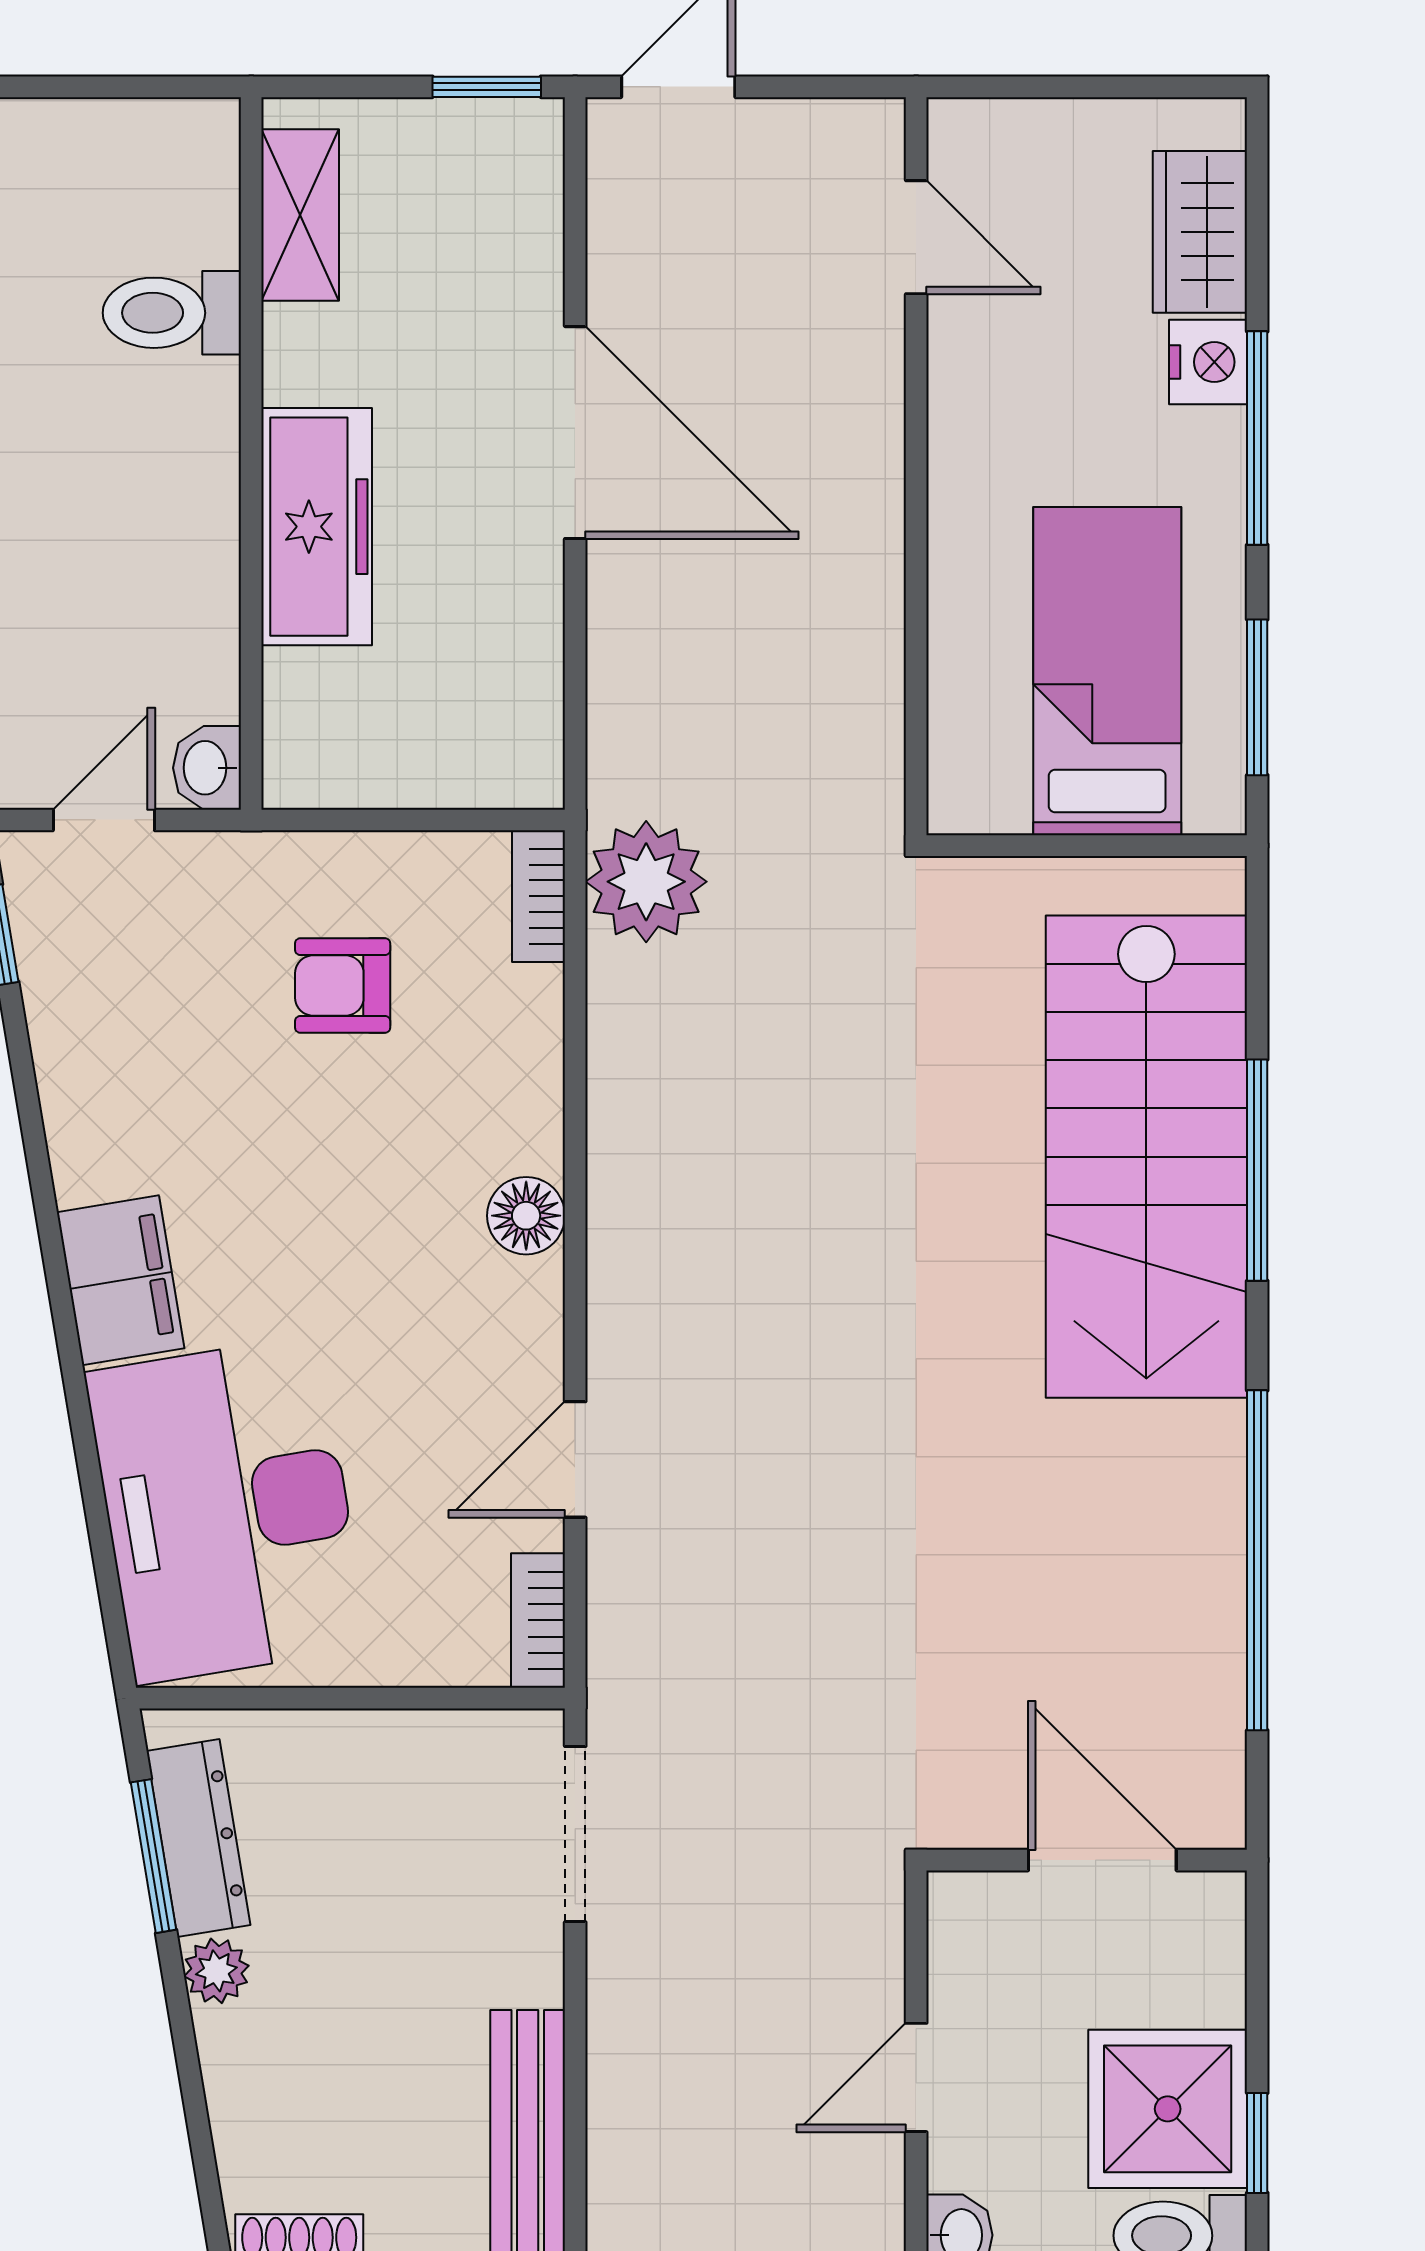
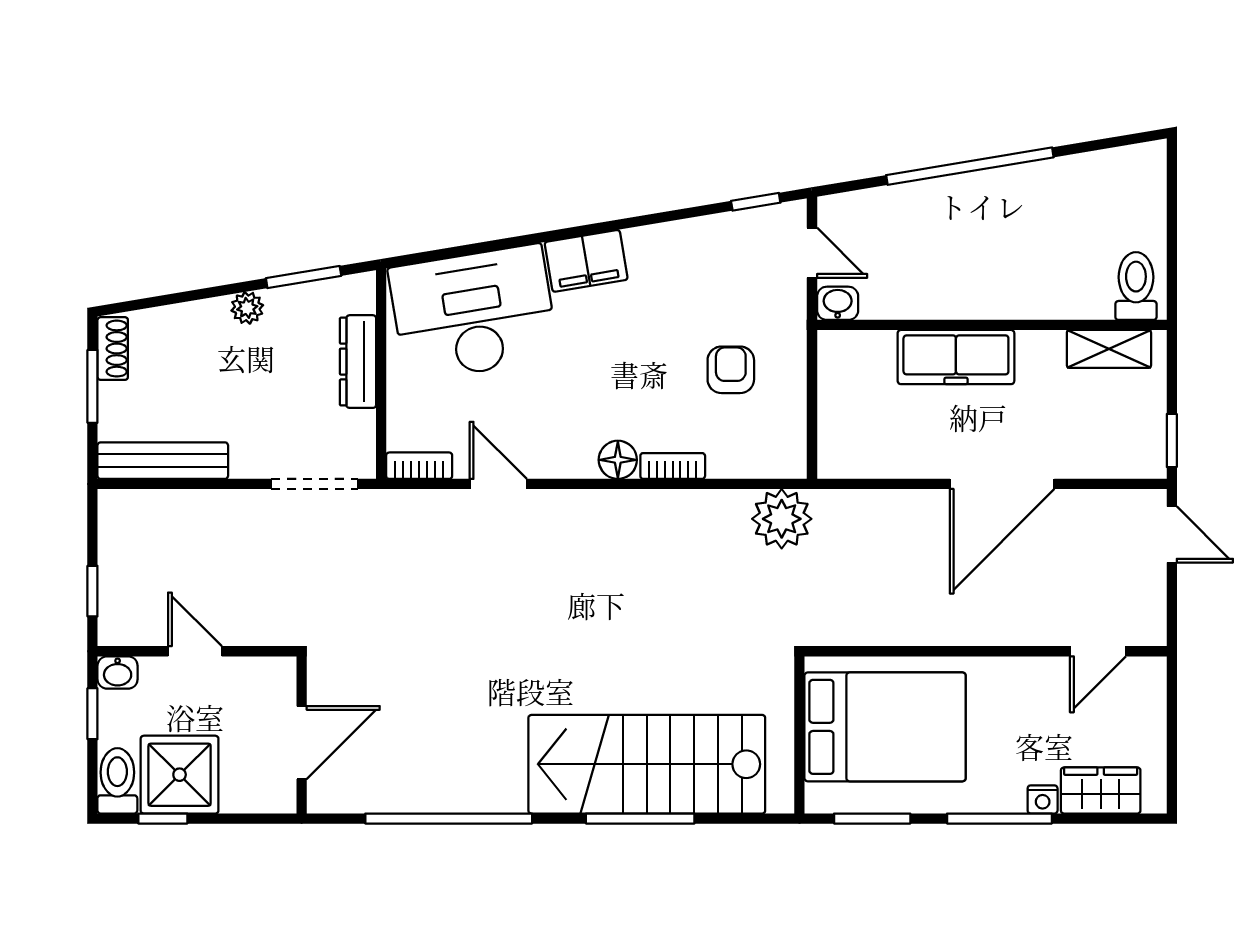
toilet: (172, 313) -> (1136, 286), moved
nightstand: (1208, 362) -> (1043, 799), width x0.72, depth x0.74
bed: (1107, 671) -> (885, 727), width x1.50
bookcase: (539, 896) -> (673, 466), moved
dresser: (198, 1838) -> (358, 362), moved, turned 99

